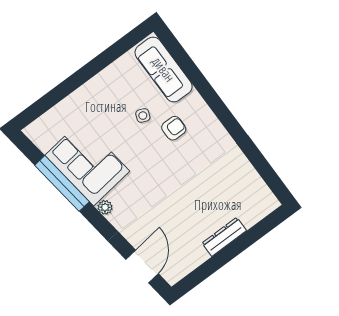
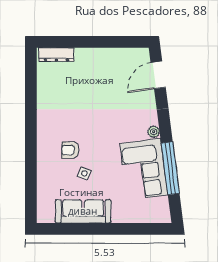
sofa: (164, 69) -> (83, 211), moved, turned -90
dresser: (224, 237) -> (56, 55), moved

